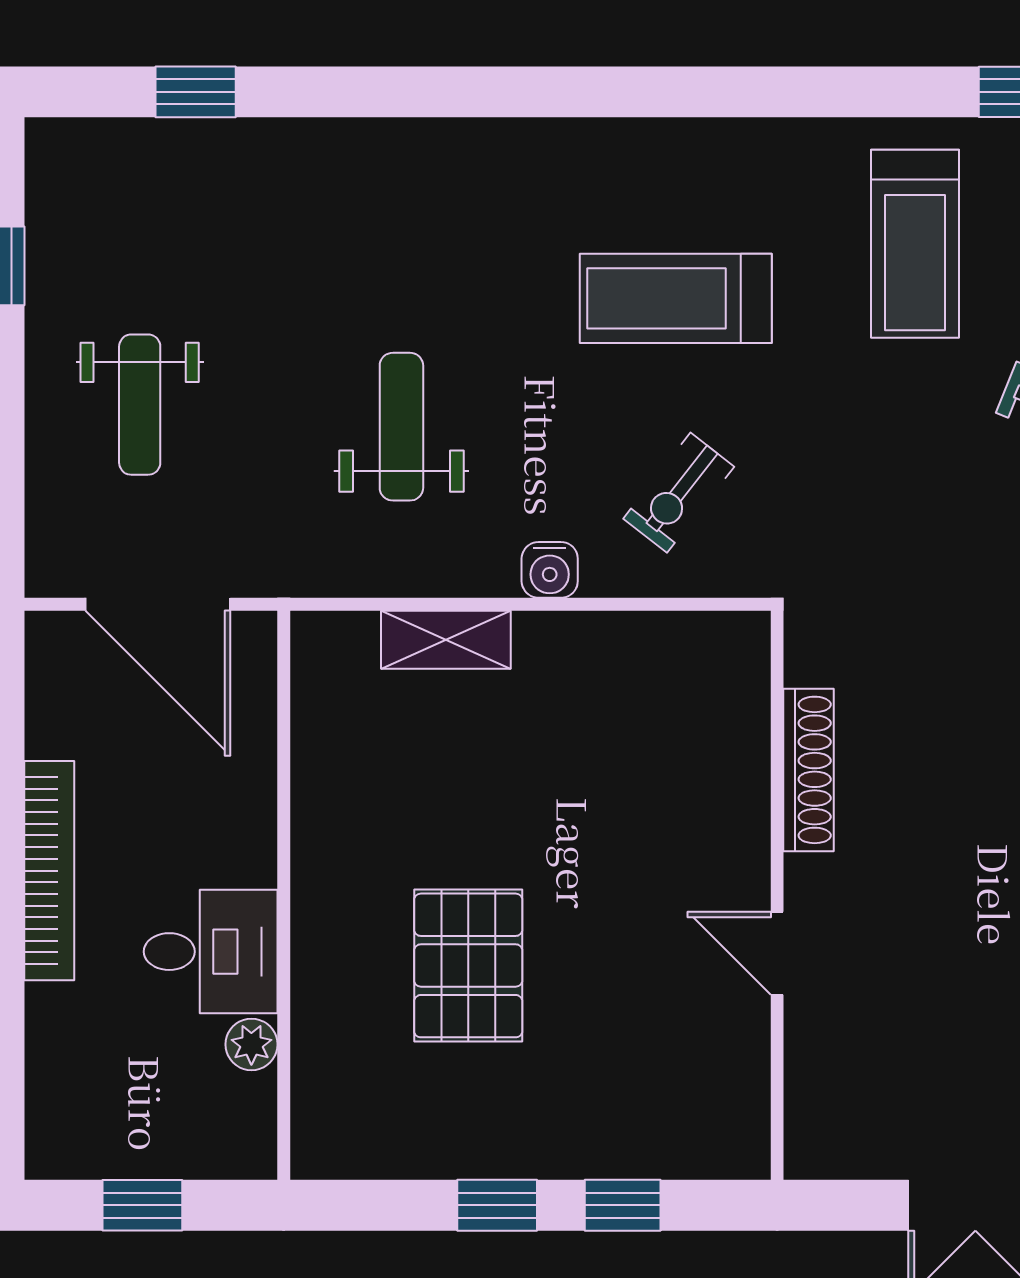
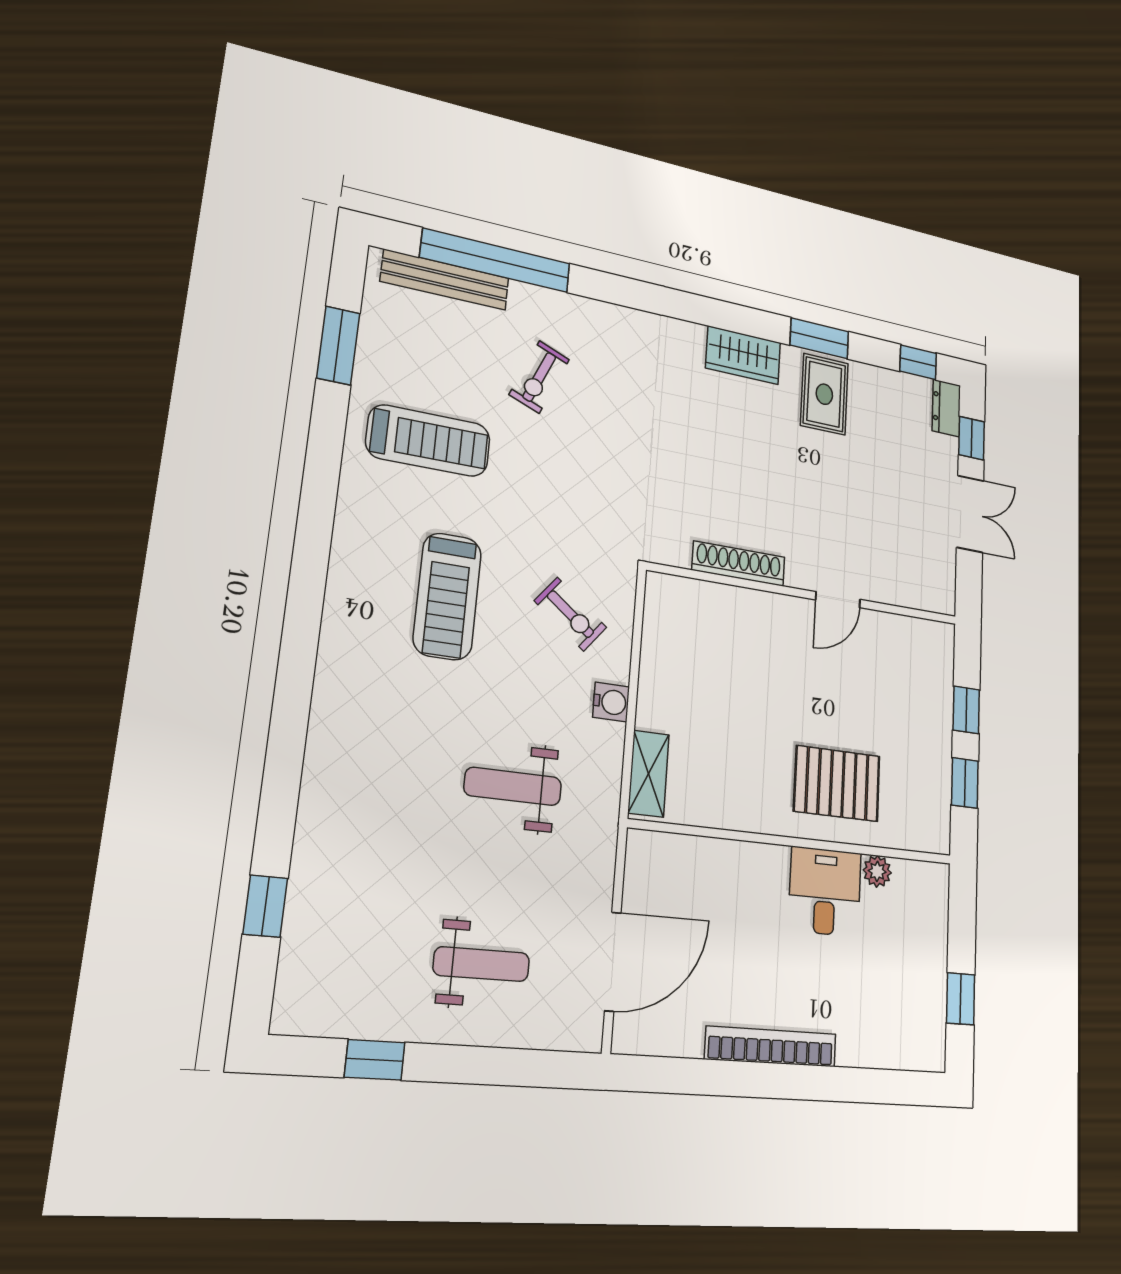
wall: (284, 895) -> (795, 842), moved
desk: (211, 952) -> (825, 892), moved
plant: (251, 1044) -> (877, 871), moved

